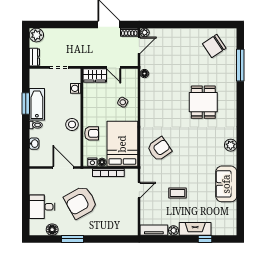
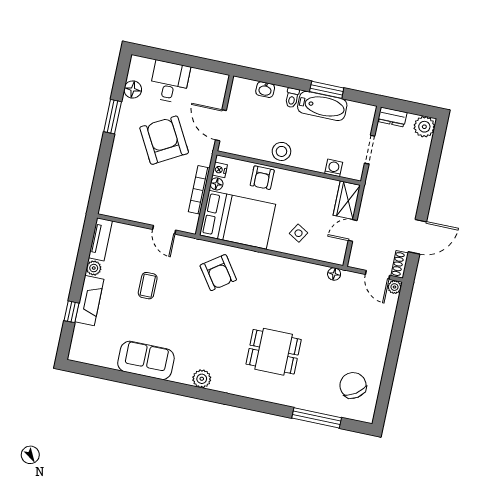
door: (63, 167) -> (221, 125), swing flipped

